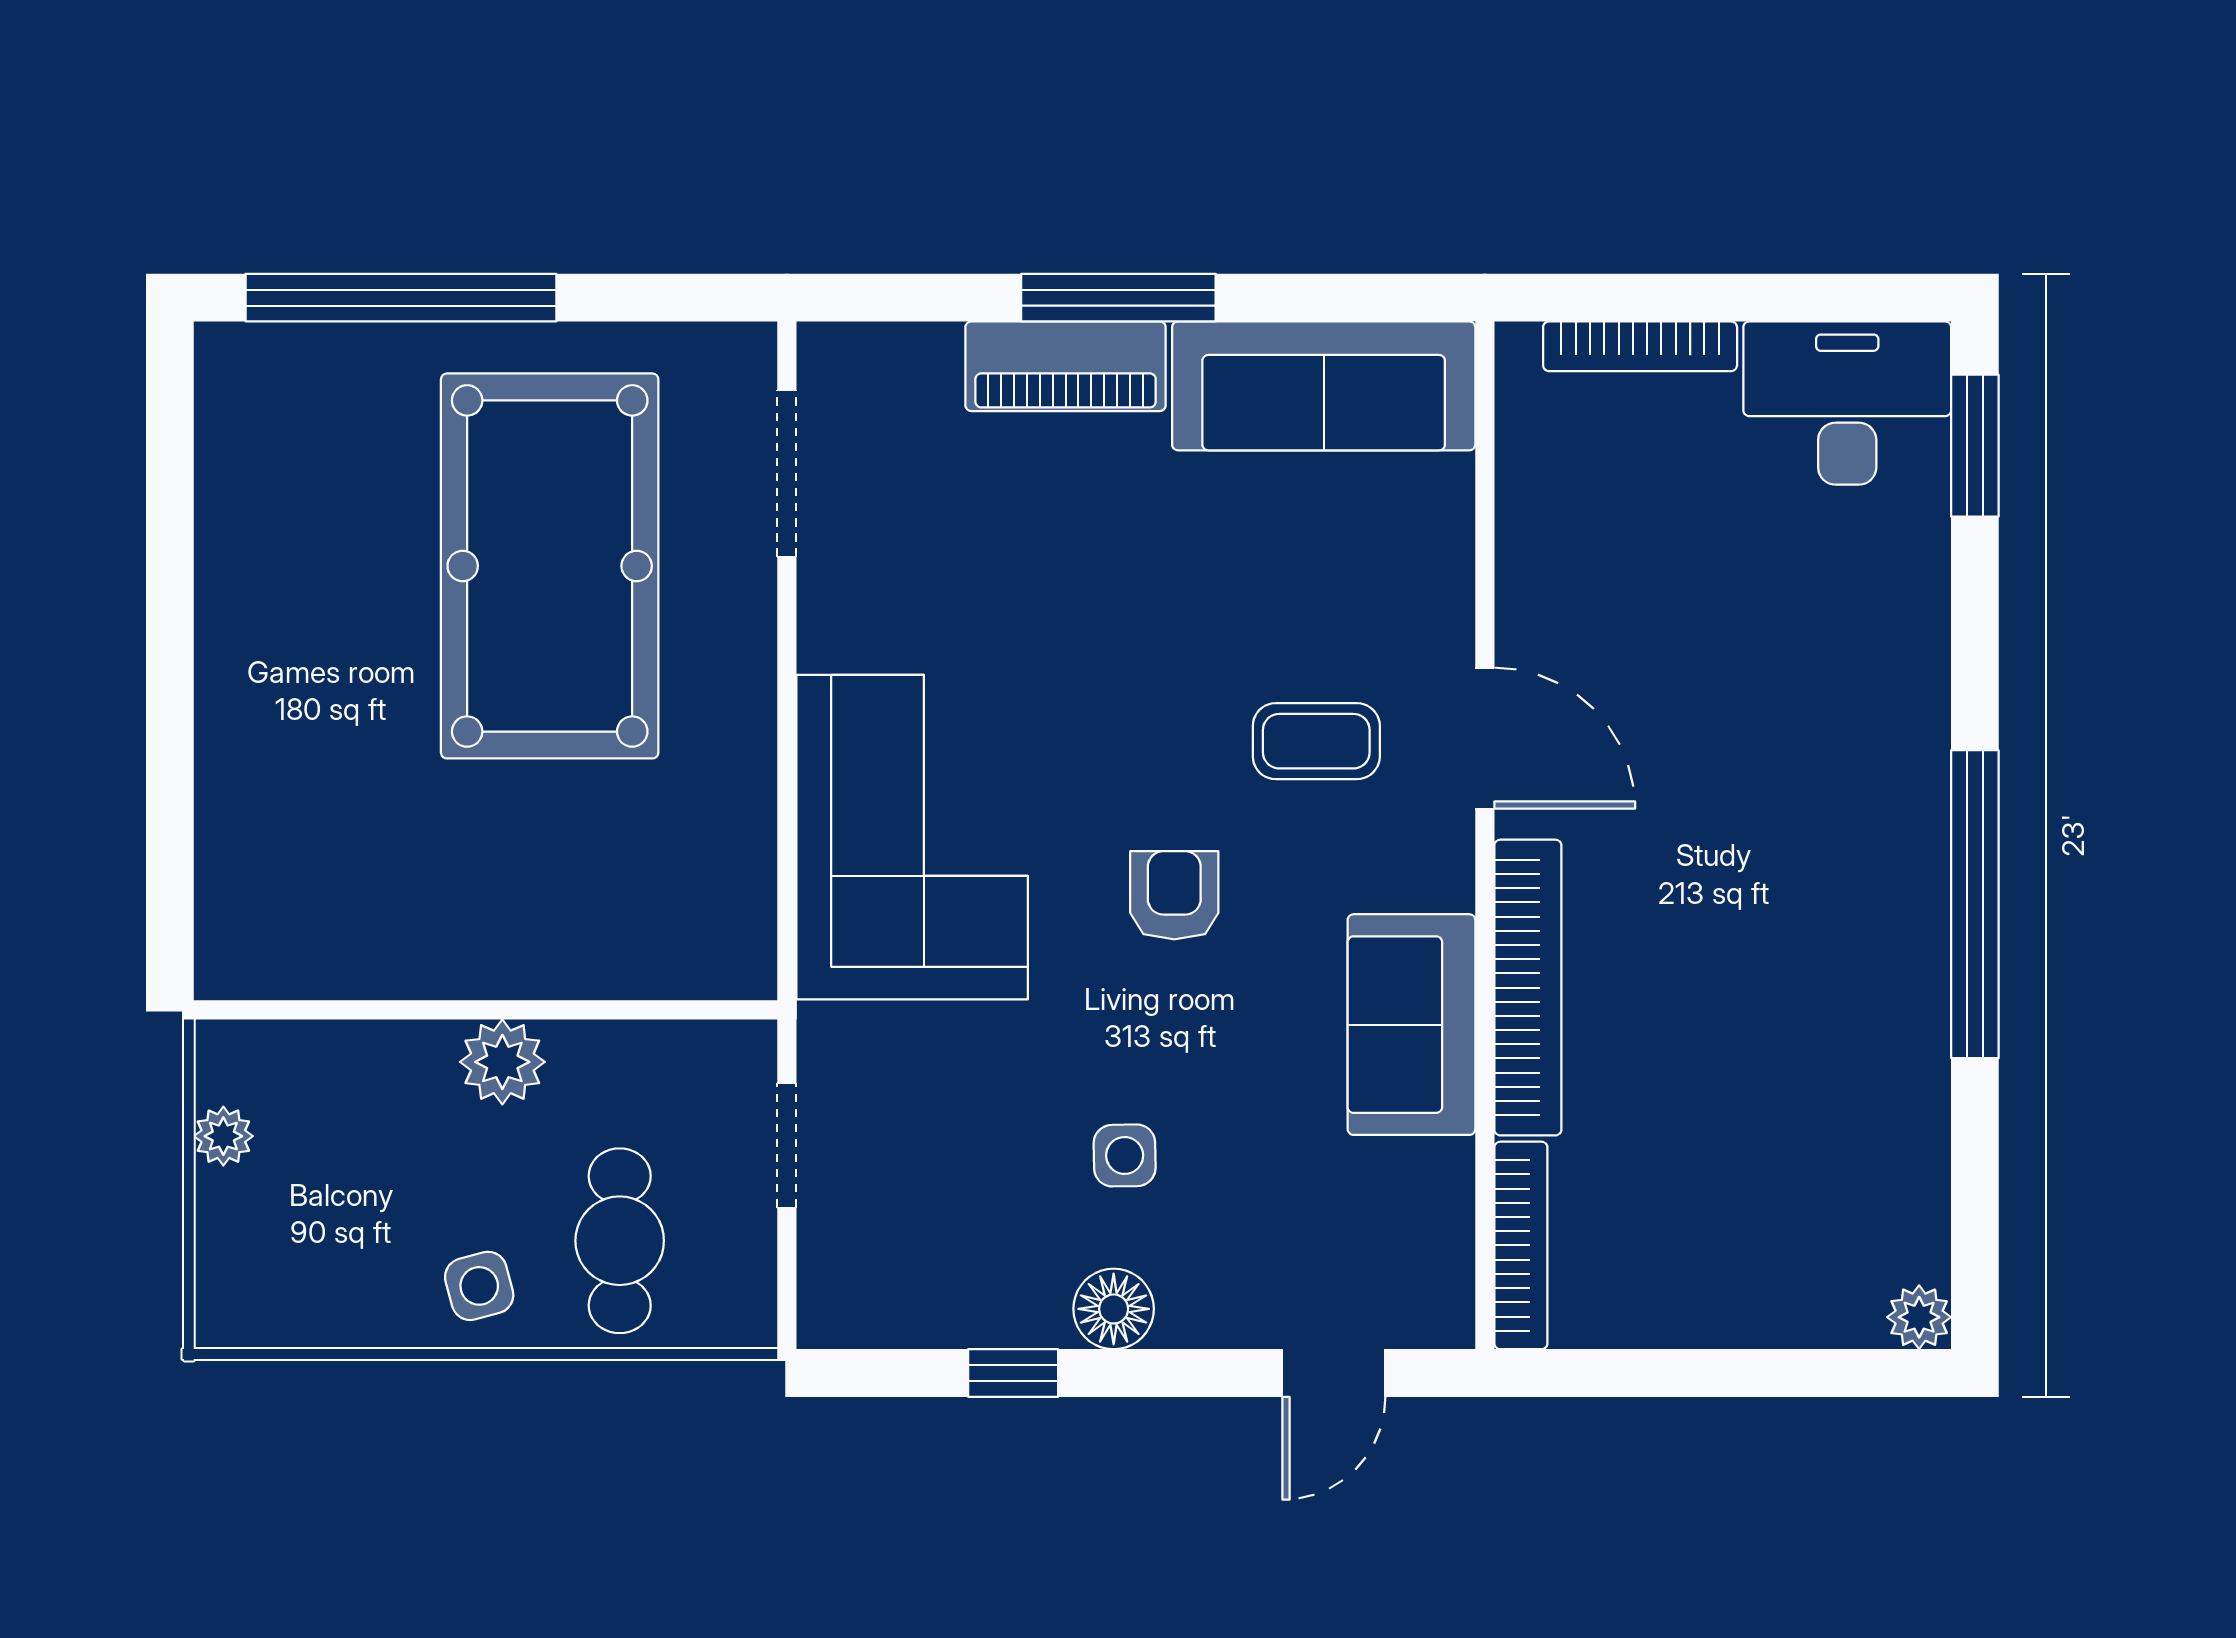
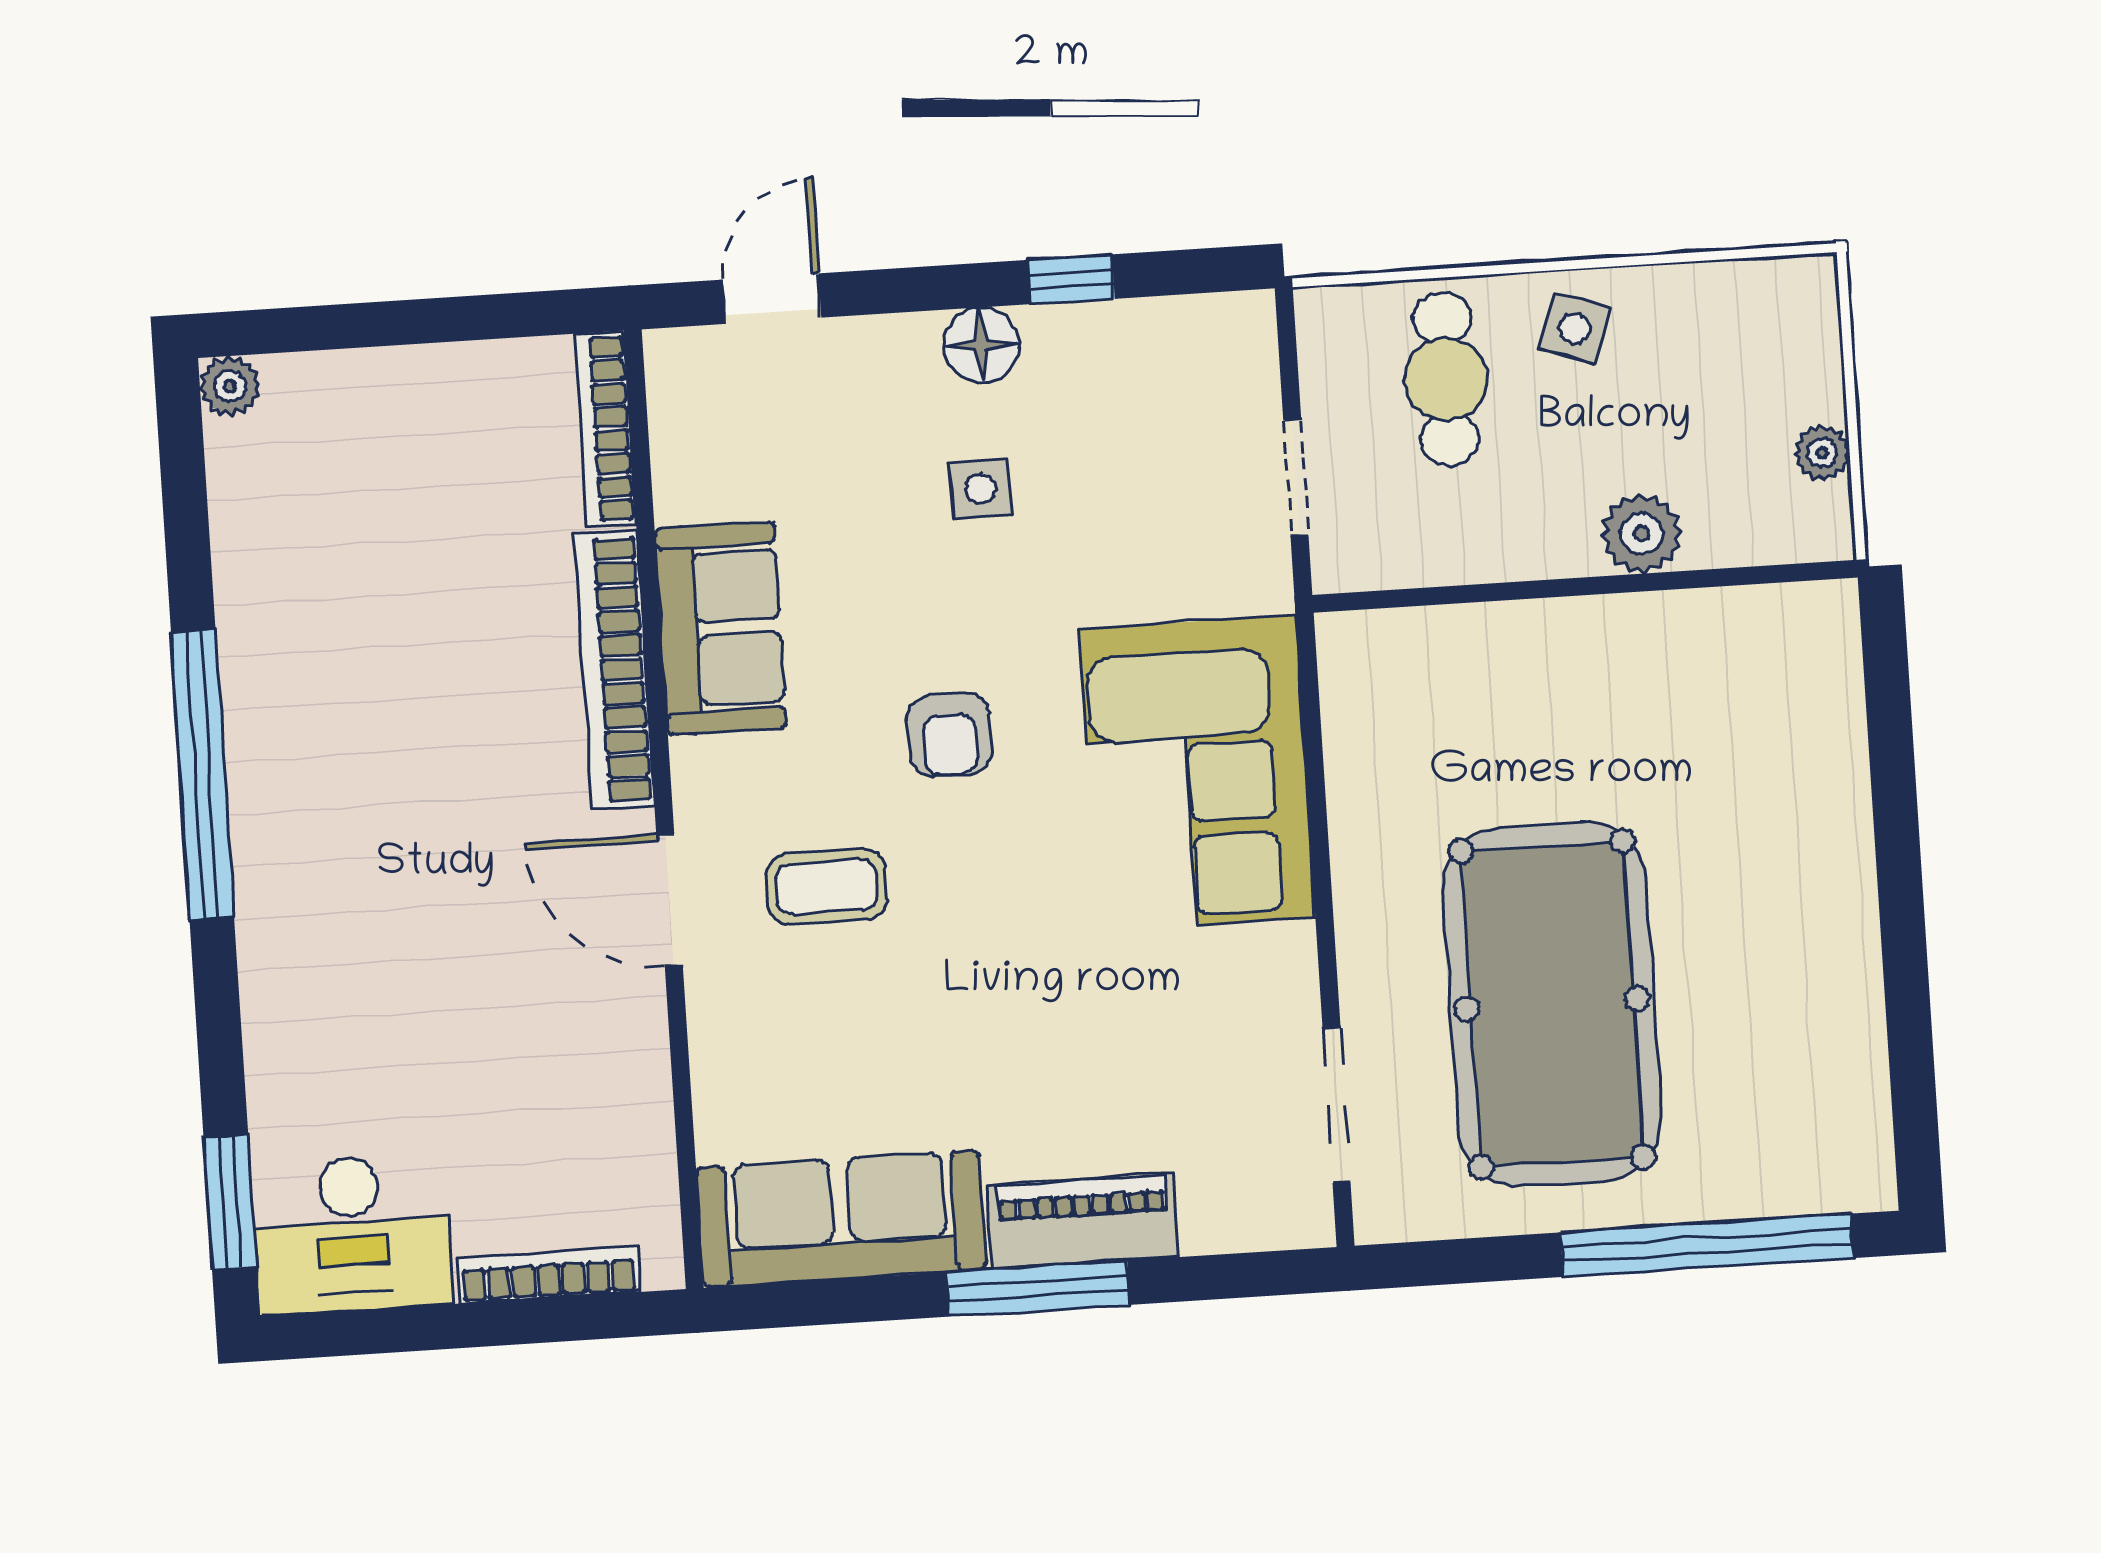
plant: (502, 1062) -> (1641, 534), moved
side table: (479, 1286) -> (1574, 328), turned 34

